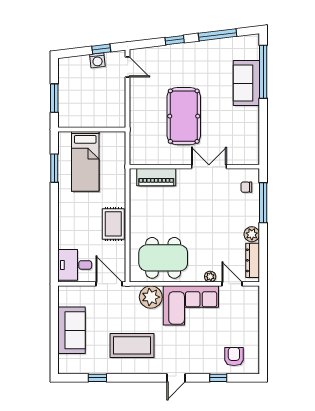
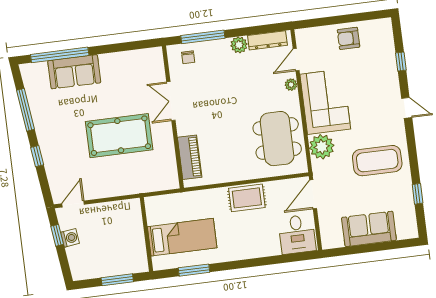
coffee table: (132, 345) -> (377, 161), turned 90
armchair: (234, 356) -> (348, 38), moved

